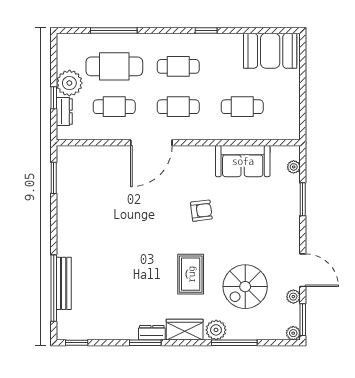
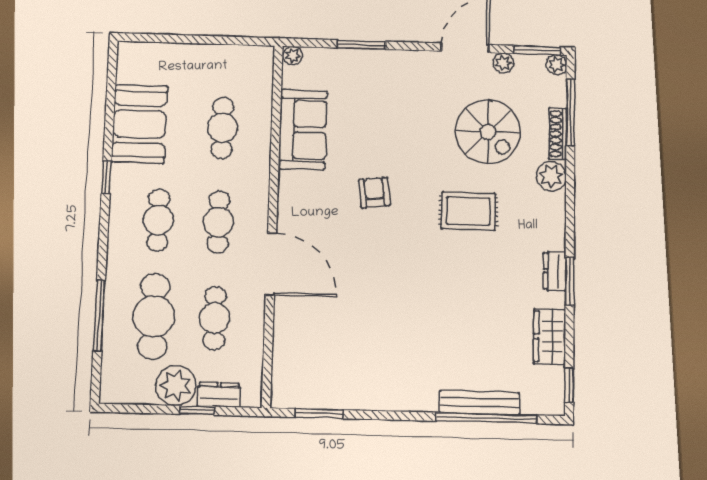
booth: (270, 51) -> (140, 124), moved
plant: (294, 167) -> (293, 56), moved
wardrobe: (185, 330) -> (550, 337), moved
shoe rack: (245, 334) -> (558, 134), added
window: (234, 343) -> (570, 112), moved

